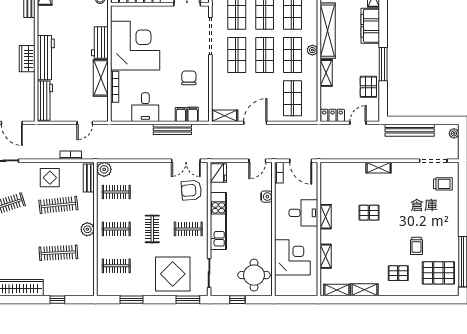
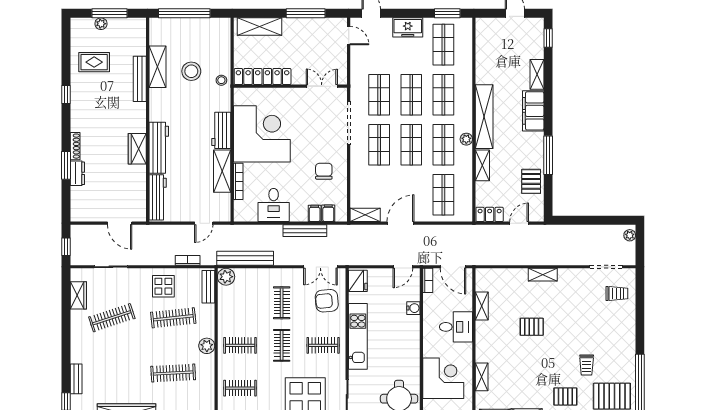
bench: (410, 130) -> (245, 258), moved
clothes rail: (116, 192) -> (282, 303), moved, turned 90
shelving: (326, 217) -> (482, 306), moved

